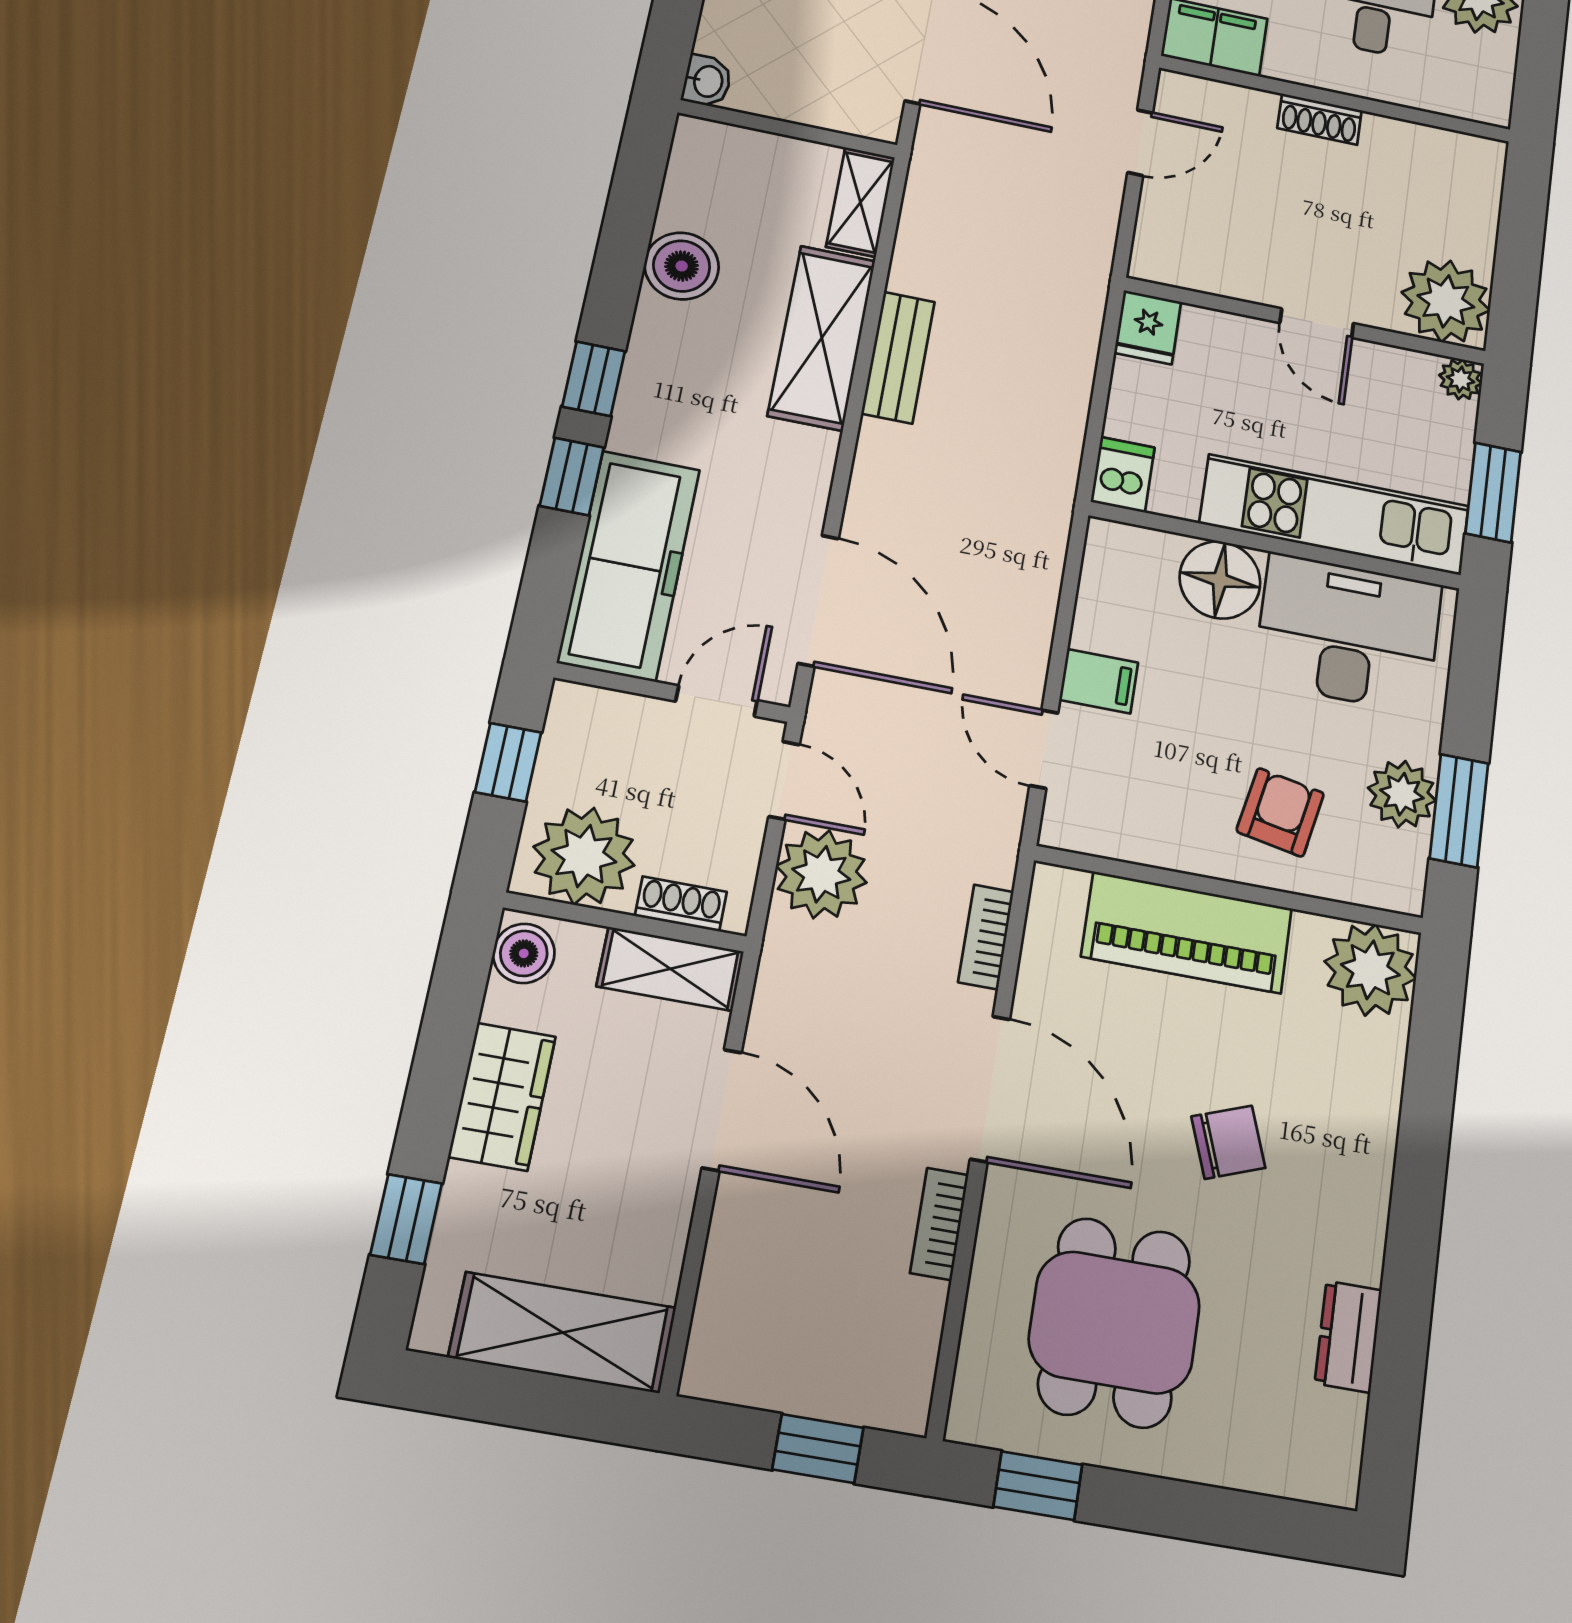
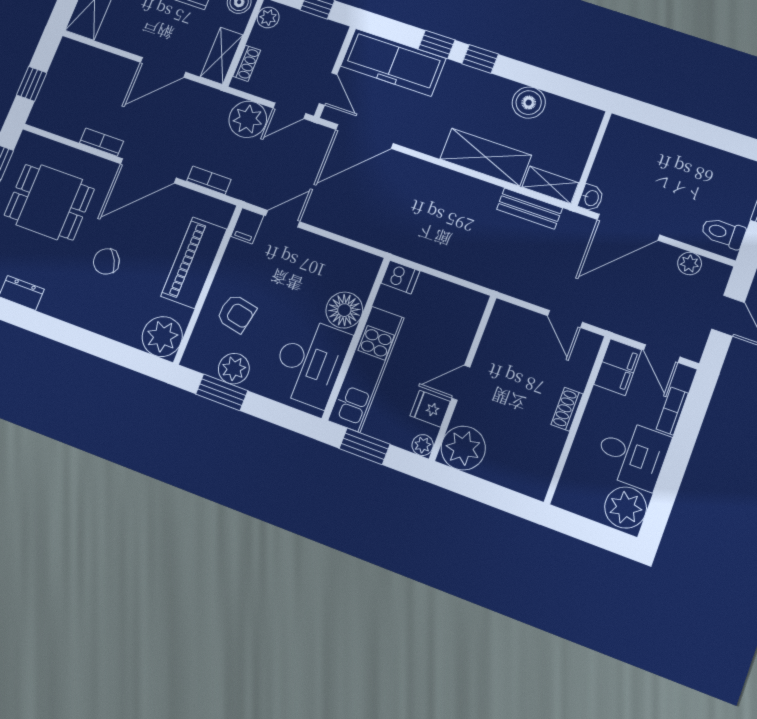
washbasin: (707, 81) -> (591, 198), moved, turned -90
fridge: (1148, 327) -> (430, 409), moved
bench: (898, 357) -> (529, 209), moved
filing cabinet: (1099, 681) -> (247, 226), moved
plant: (584, 856) -> (268, 18), width x0.53, depth x0.53
chair: (1228, 1142) -> (106, 261), turned 81

